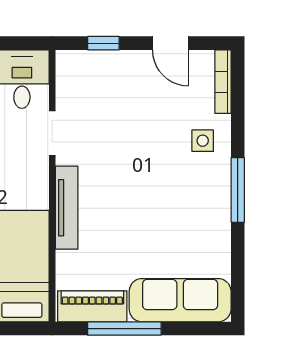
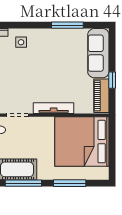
window: (238, 190) -> (67, 25), moved
window: (124, 329) -> (112, 80), width x0.46

